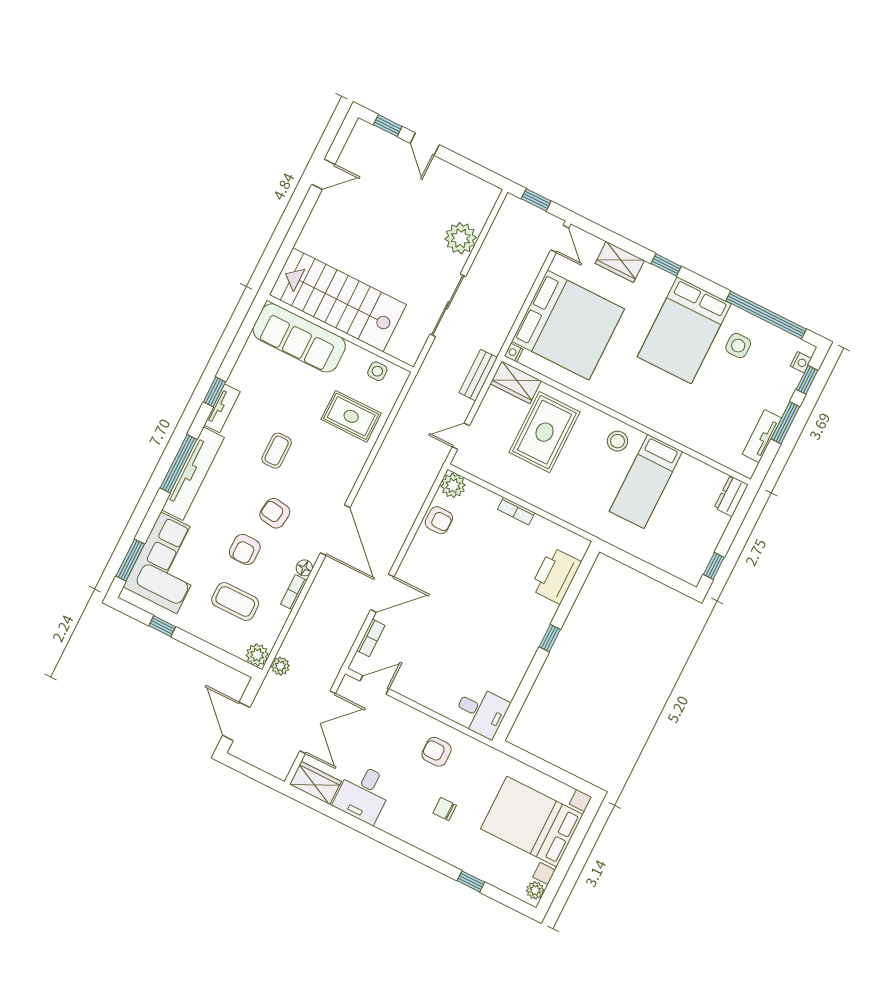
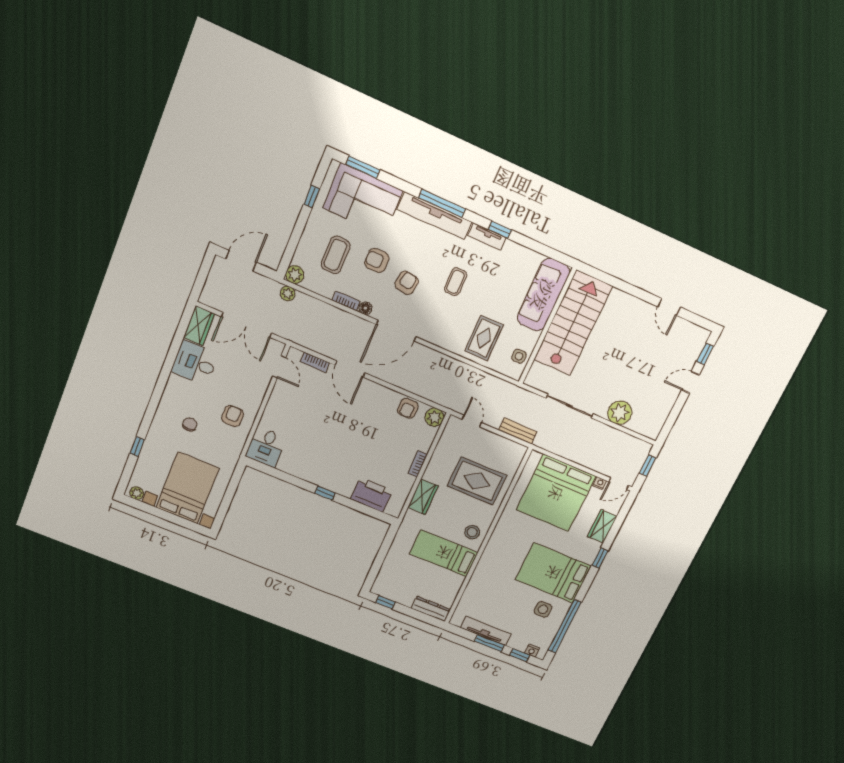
nightstand: (514, 353) -> (600, 483), moved
wardrobe: (516, 382) -> (423, 497), moved, turned 180
tv unit: (762, 436) -> (486, 631), width x1.41
coffee table: (277, 451) -> (455, 282), turned 90
dresser: (731, 496) -> (431, 609), width x1.44

